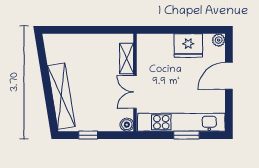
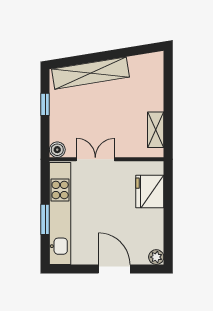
fridge: (188, 46) -> (150, 192), moved
shelving: (127, 58) -> (156, 130), moved, turned 90

